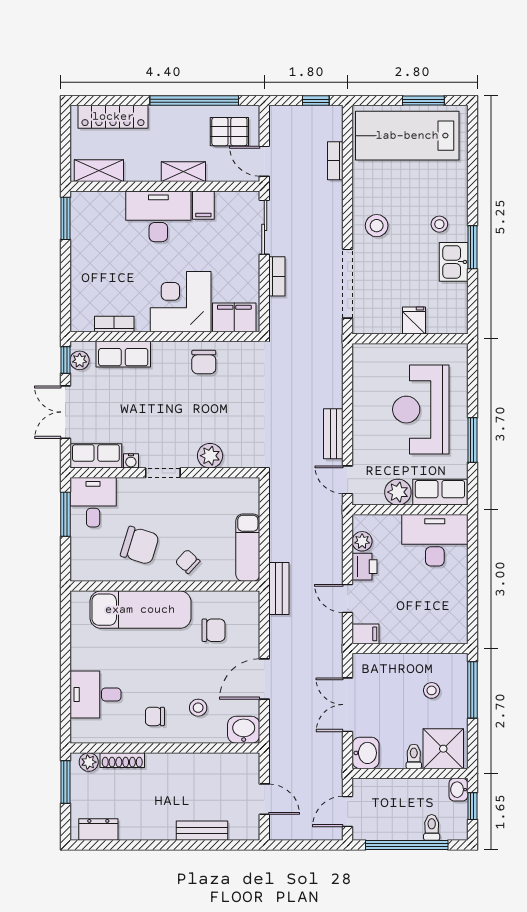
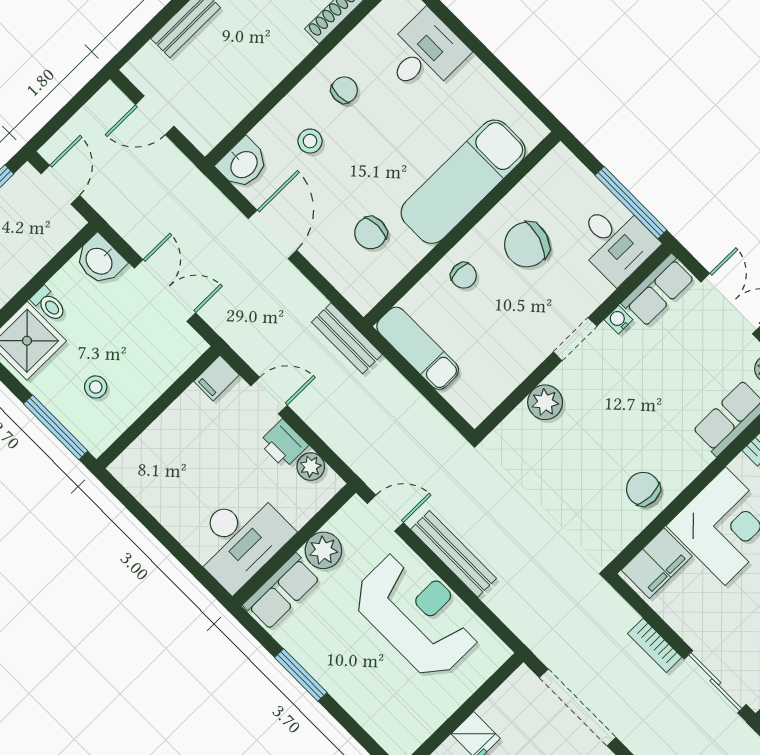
reception desk: (421, 410) -> (417, 614), moved
bench: (333, 434) -> (453, 554), width x1.36
window: (65, 514) -> (631, 203), width x1.44
chair: (188, 562) -> (464, 275), turned 47

